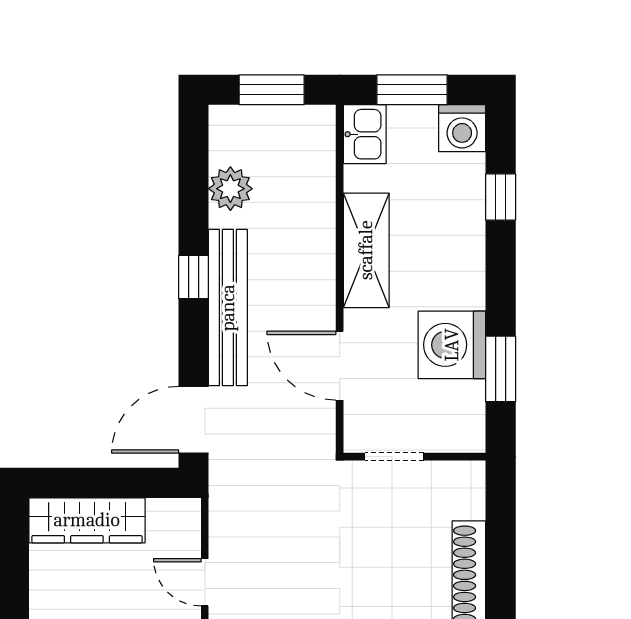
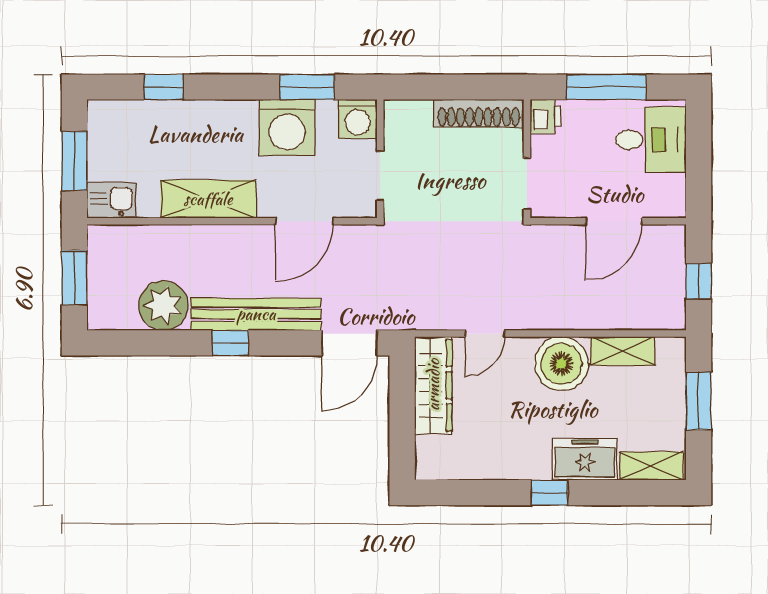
washing machine: (462, 128) -> (358, 119), moved, turned 90
plant: (230, 189) -> (163, 306), width x1.36, depth x1.36
door: (194, 420) -> (349, 343), hinge flipped
wardrobe: (87, 520) -> (433, 385), moved

